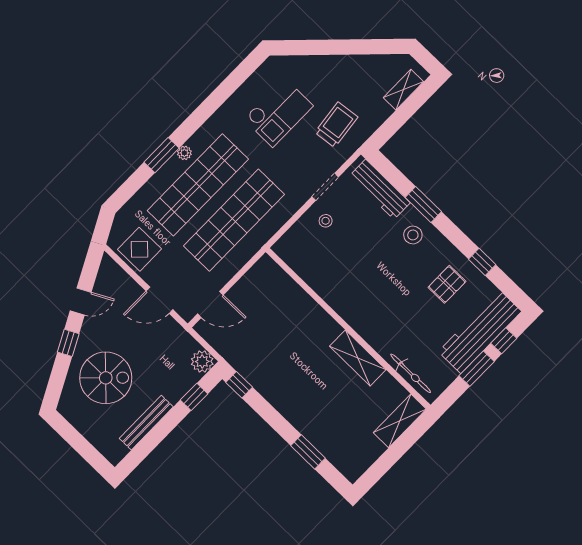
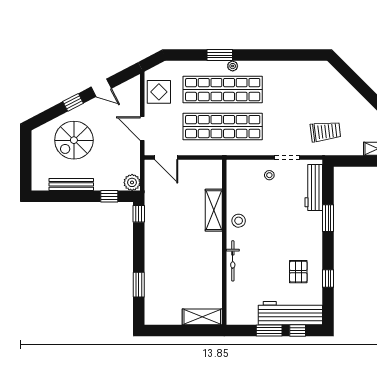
checkout: (278, 113) -> (302, 95), removed
stool: (413, 235) -> (239, 221), moved
pallet: (447, 284) -> (298, 272), turned 90
shelving: (358, 358) -> (214, 210), moved
bicycle: (411, 373) -> (233, 261), moved
spiral stairs: (106, 378) -> (74, 140), turned 90

